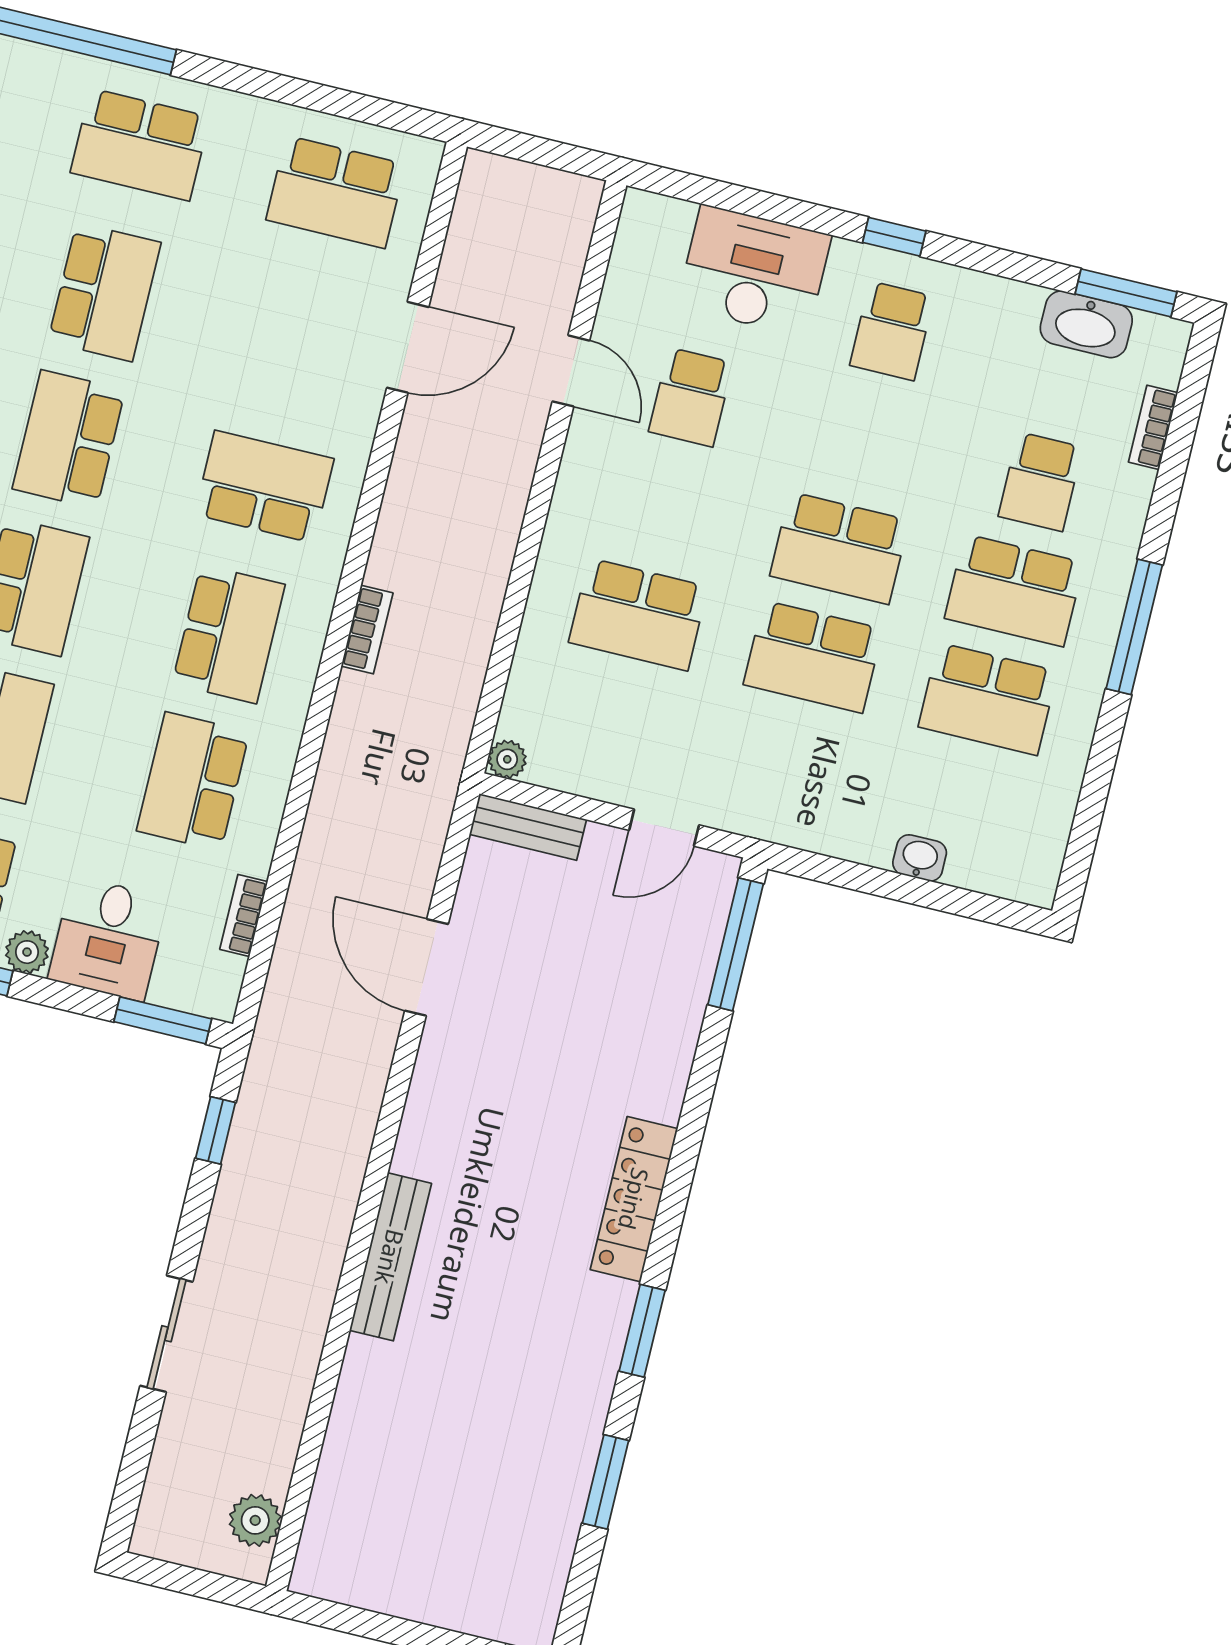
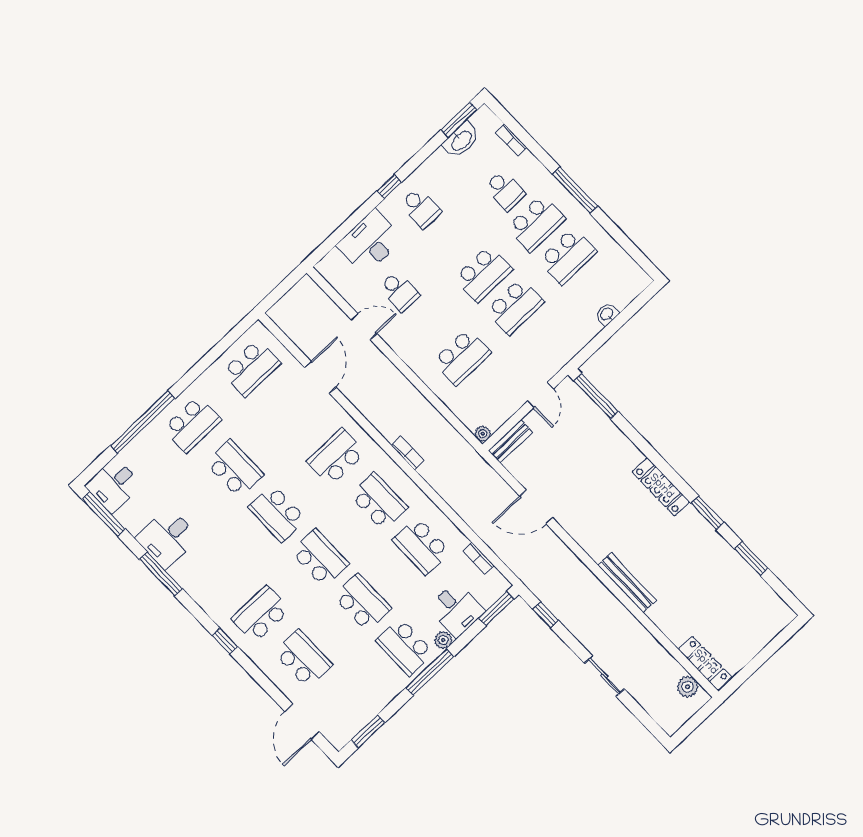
locker: (327, 1526) -> (705, 663), added

